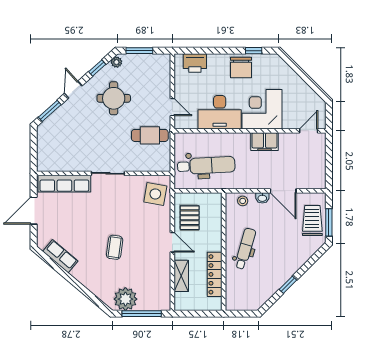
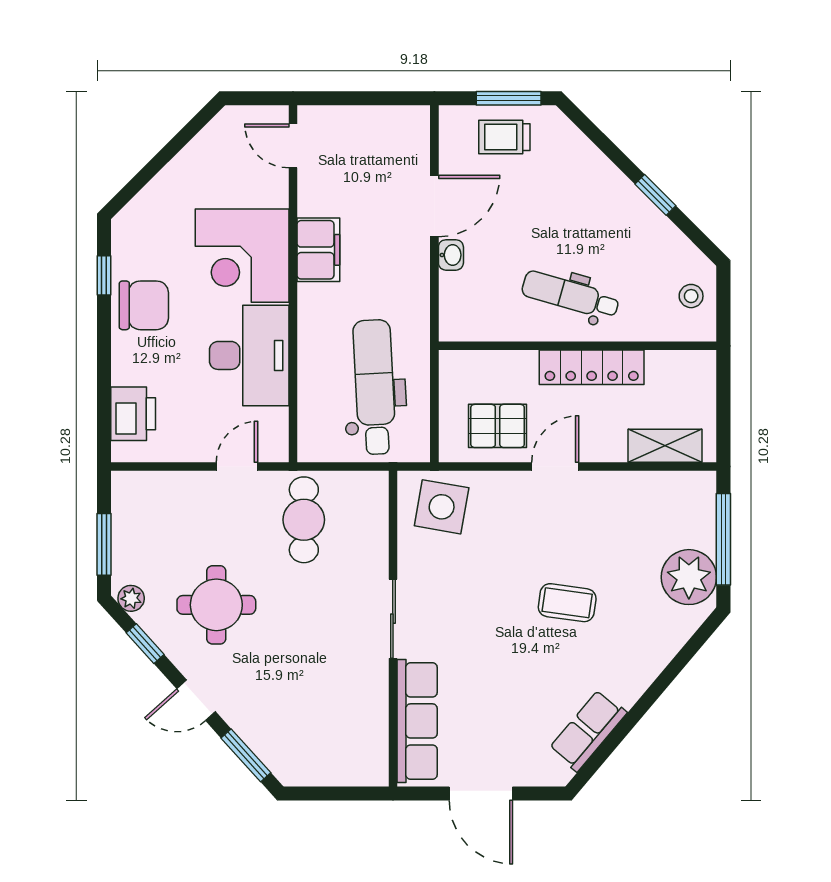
stool: (243, 201) -> (691, 296), moved
trolley: (312, 221) -> (504, 137), width x0.73, depth x0.72
locker: (215, 274) -> (592, 367), moved
shelving: (181, 276) -> (665, 446), moved

